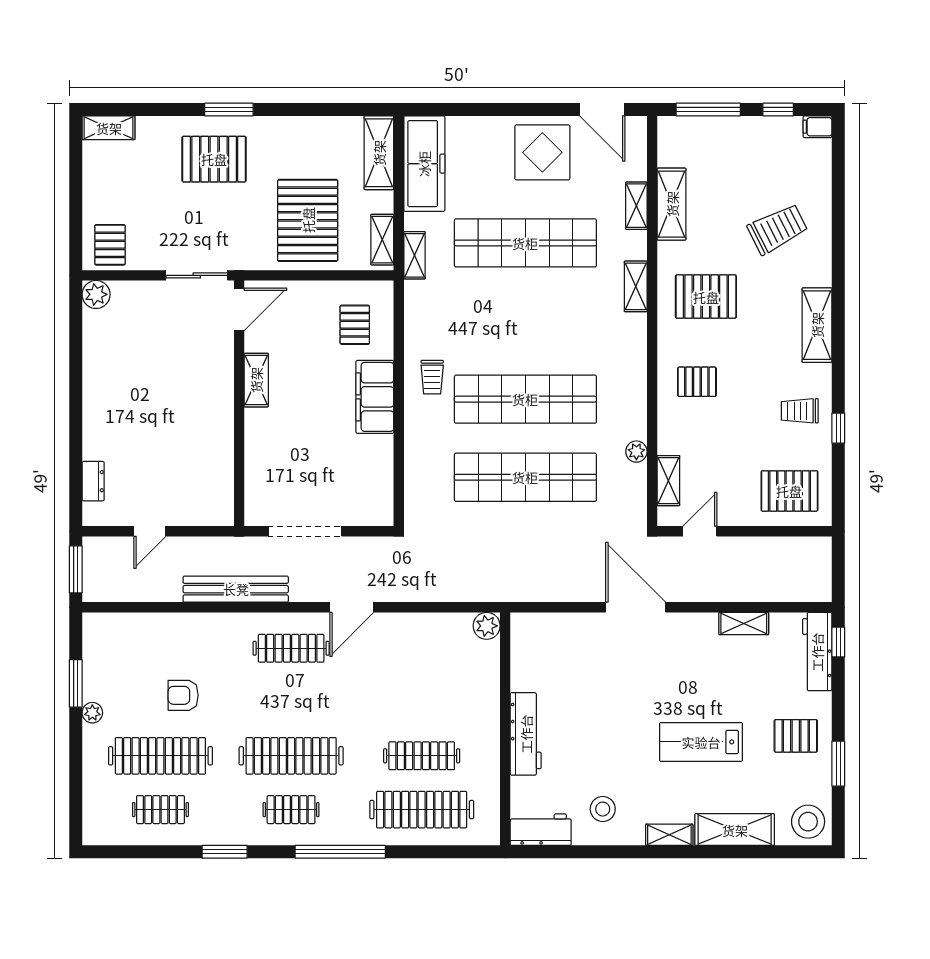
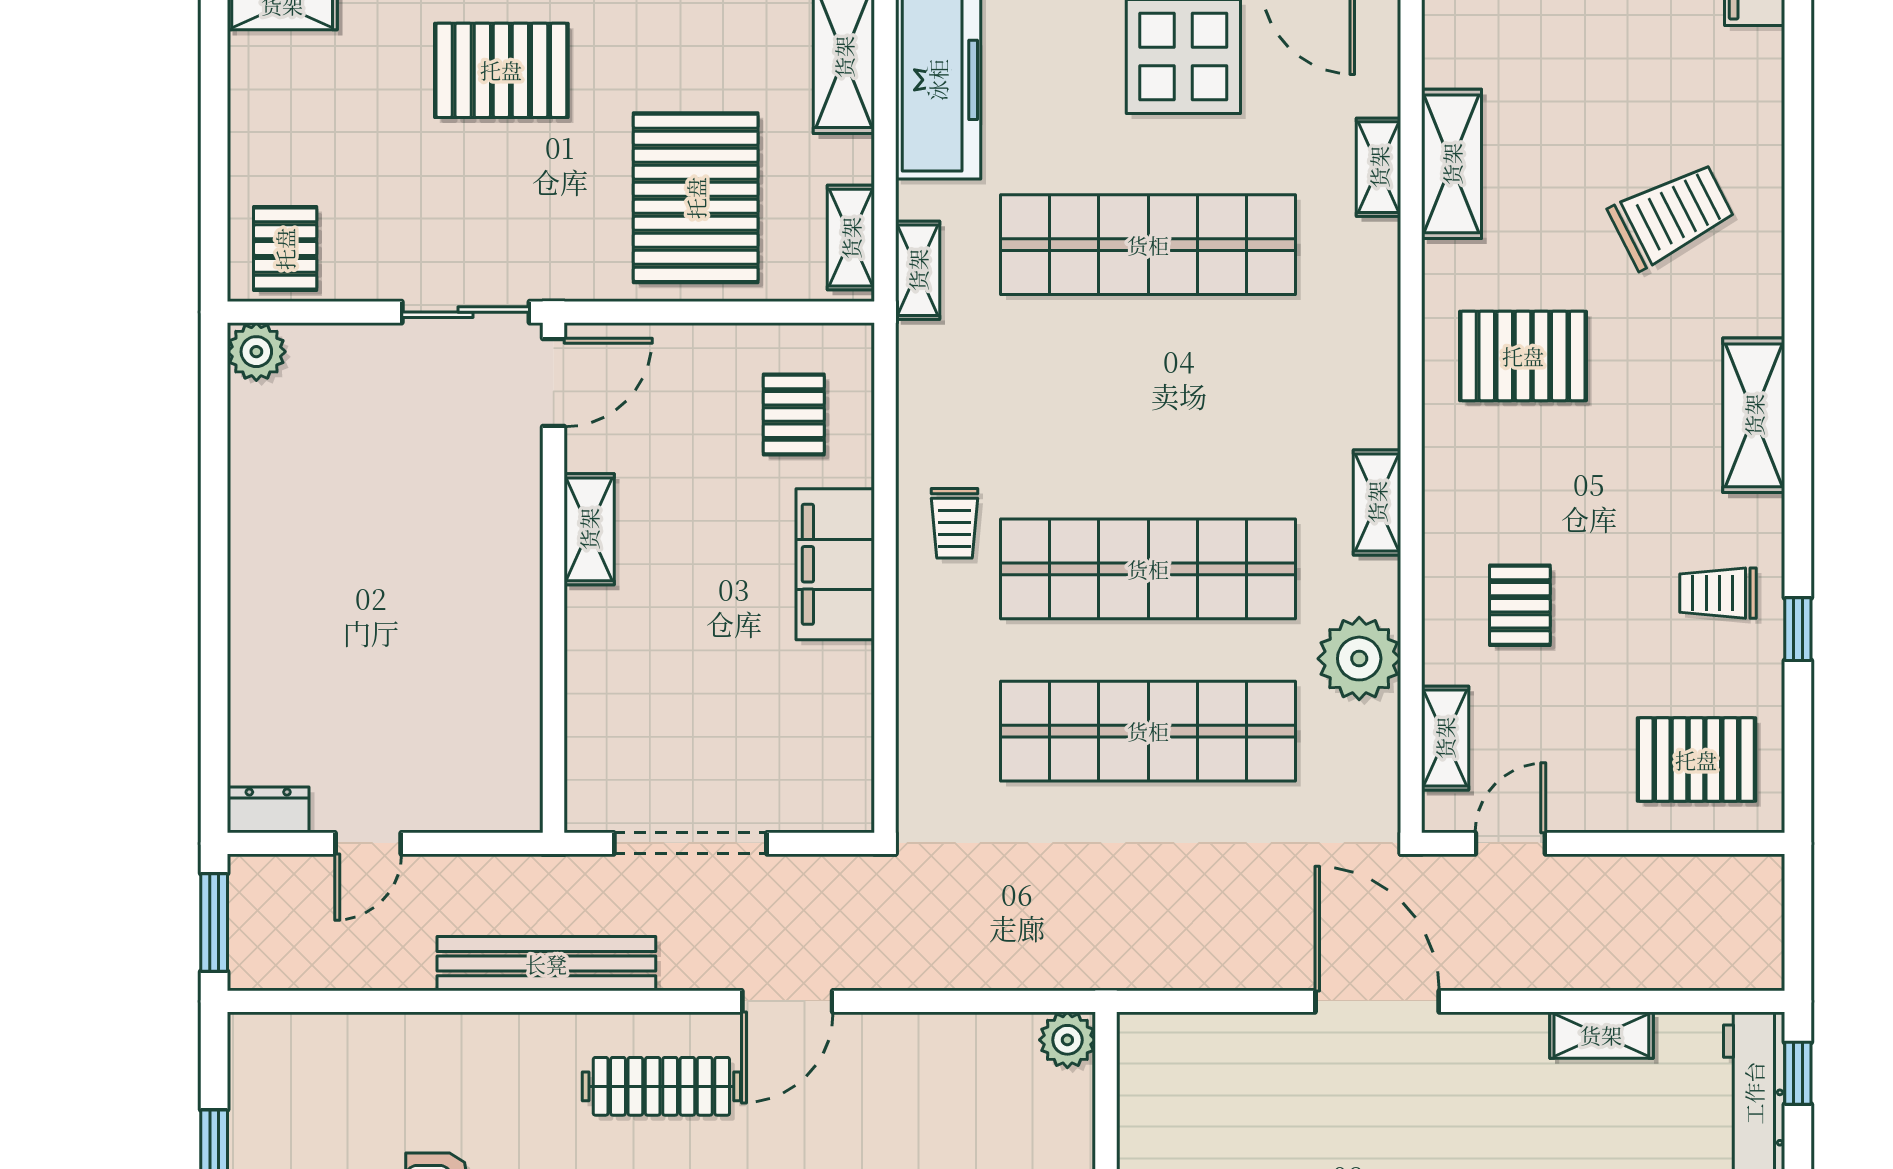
shelving: (636, 286) -> (1377, 502), moved
pallet: (697, 382) -> (1520, 605), moved, turned 90
plant: (636, 452) -> (1359, 659), width x1.88, depth x1.88
dresser: (93, 481) -> (268, 810), moved, turned -90

